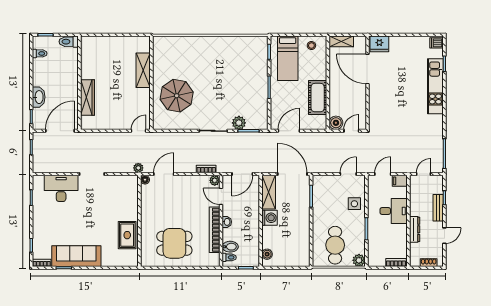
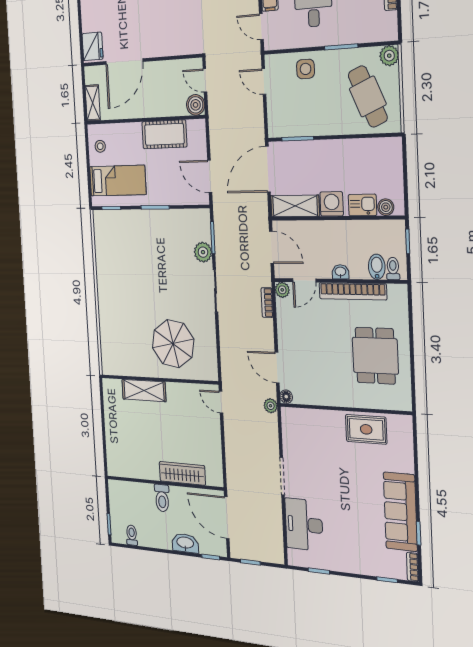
toilet: (69, 42) -> (162, 498), moved
kitchen sink: (269, 239) -> (362, 205), added
cafe table: (335, 245) -> (368, 96), turned 67

